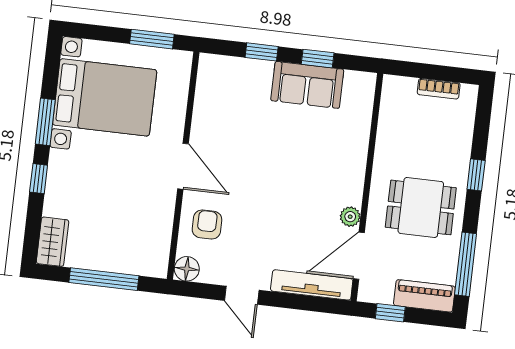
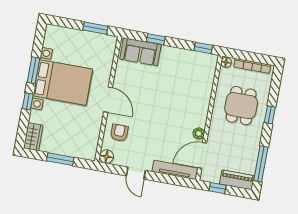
window: (318, 59) -> (203, 48), moved
sofa: (307, 85) -> (140, 52), moved
floor lamp: (391, 85) -> (226, 62), added
bookcase: (439, 89) -> (252, 66), width x1.56
bed with nightstands: (105, 97) -> (63, 82), moved
dining table: (421, 207) -> (241, 106), moved, turned 90
window: (104, 279) -> (60, 159), width x0.69

